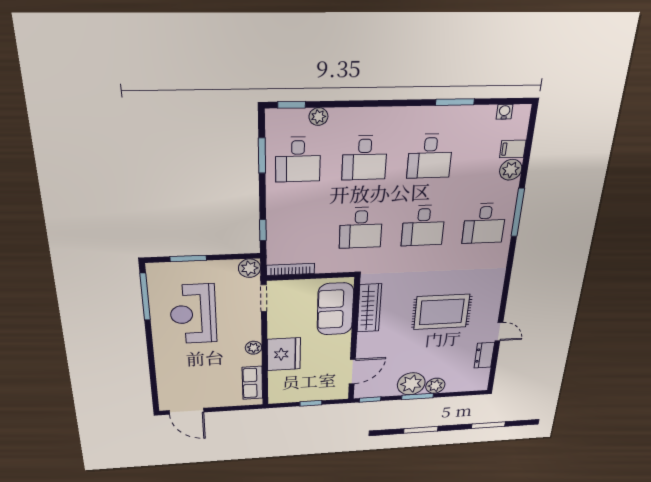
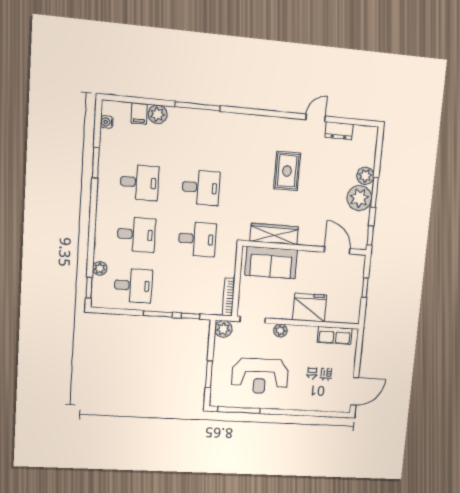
window: (262, 156) -> (158, 314), moved
desk: (484, 223) -> (205, 135), removed
rug: (442, 312) -> (287, 171), width x0.73, depth x0.70
plant: (254, 348) -> (280, 331), moved

